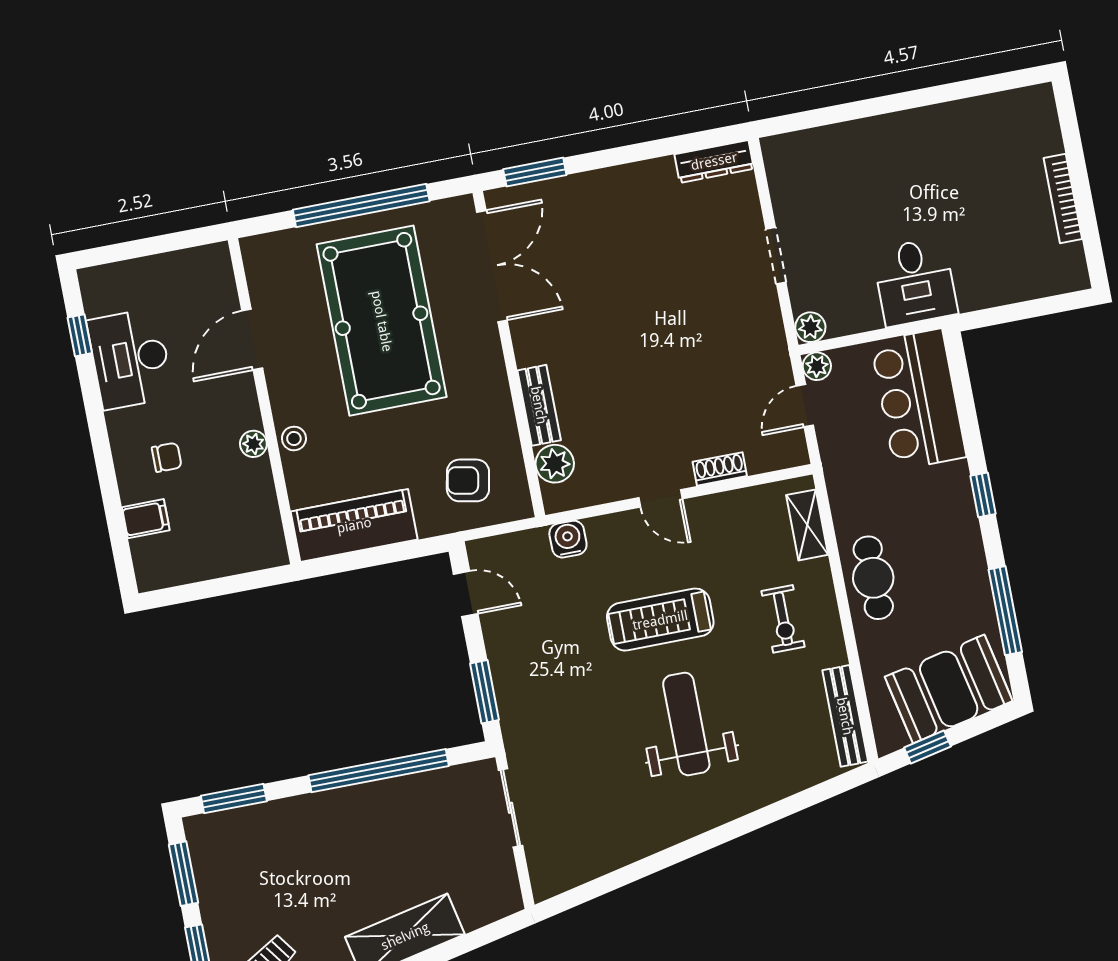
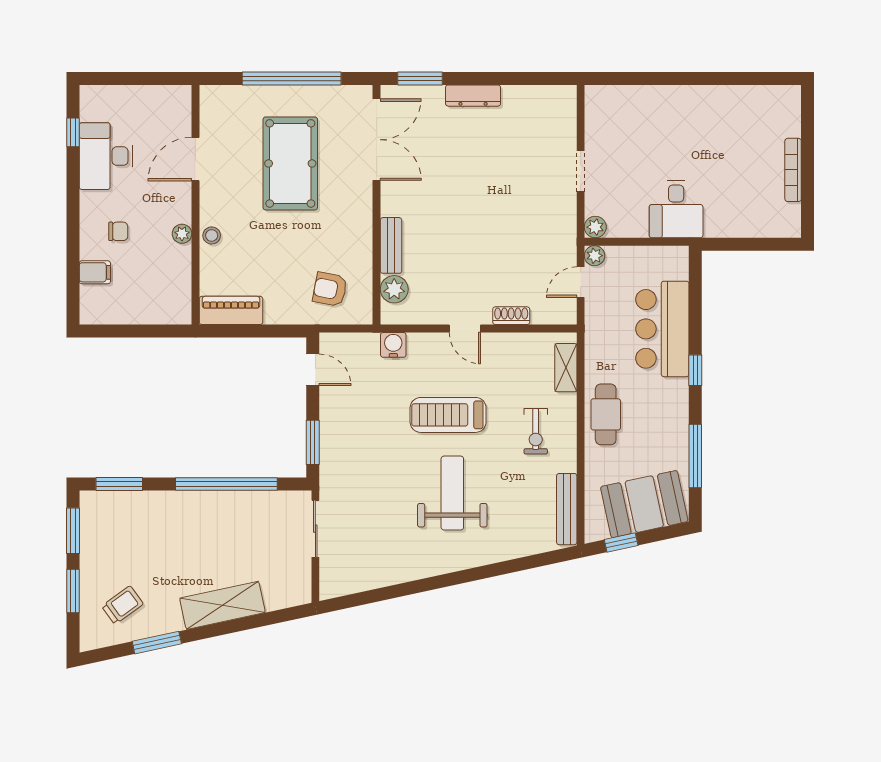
dresser: (714, 161) -> (473, 96), moved
pool table: (382, 321) -> (290, 163), width x0.73, depth x0.76
bar counter: (918, 399) -> (662, 329), moved
piano: (354, 525) -> (231, 310), width x0.73, depth x0.75

